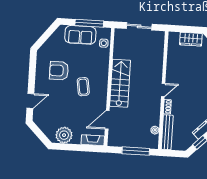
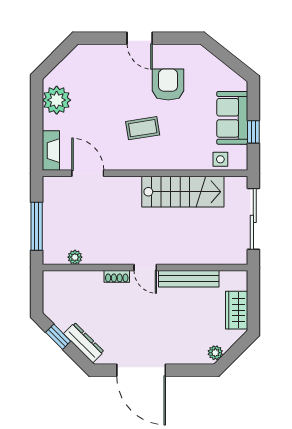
window: (89, 23) -> (253, 132), width x0.46
sliding door: (139, 26) -> (253, 219), width x1.37
stairs: (120, 83) -> (183, 192), moved
door: (30, 101) -> (140, 38), moved
bench: (167, 132) -> (189, 279), moved

